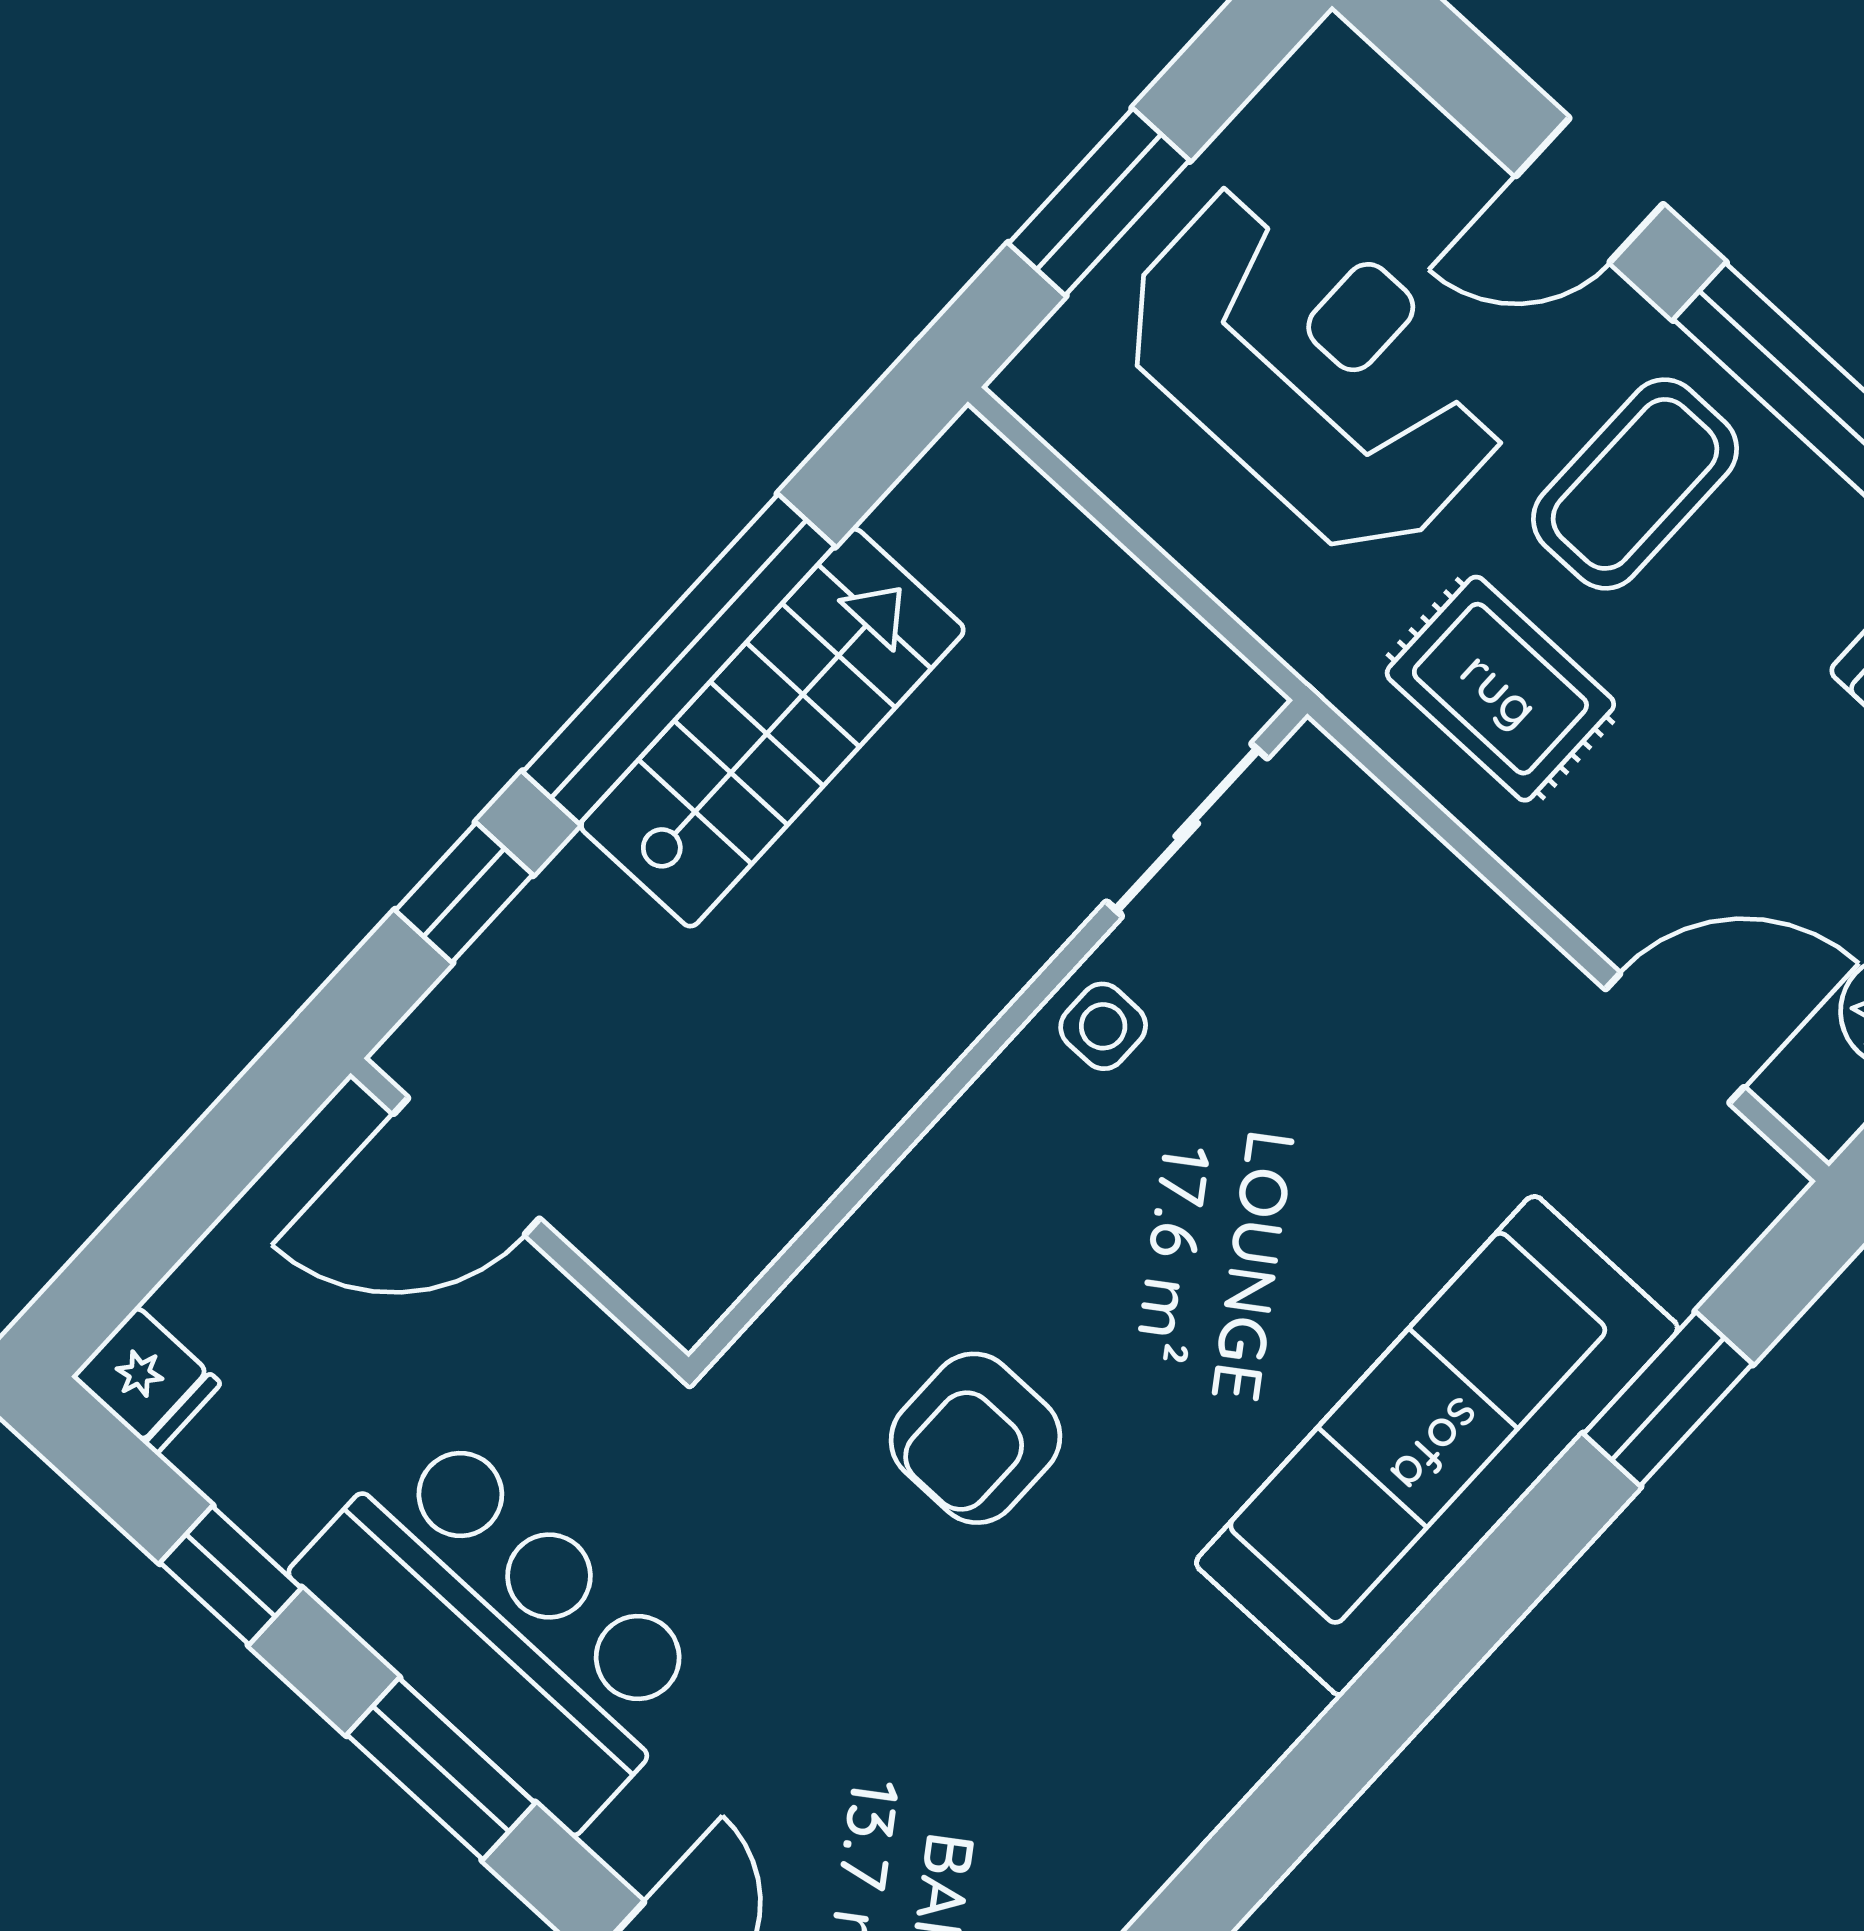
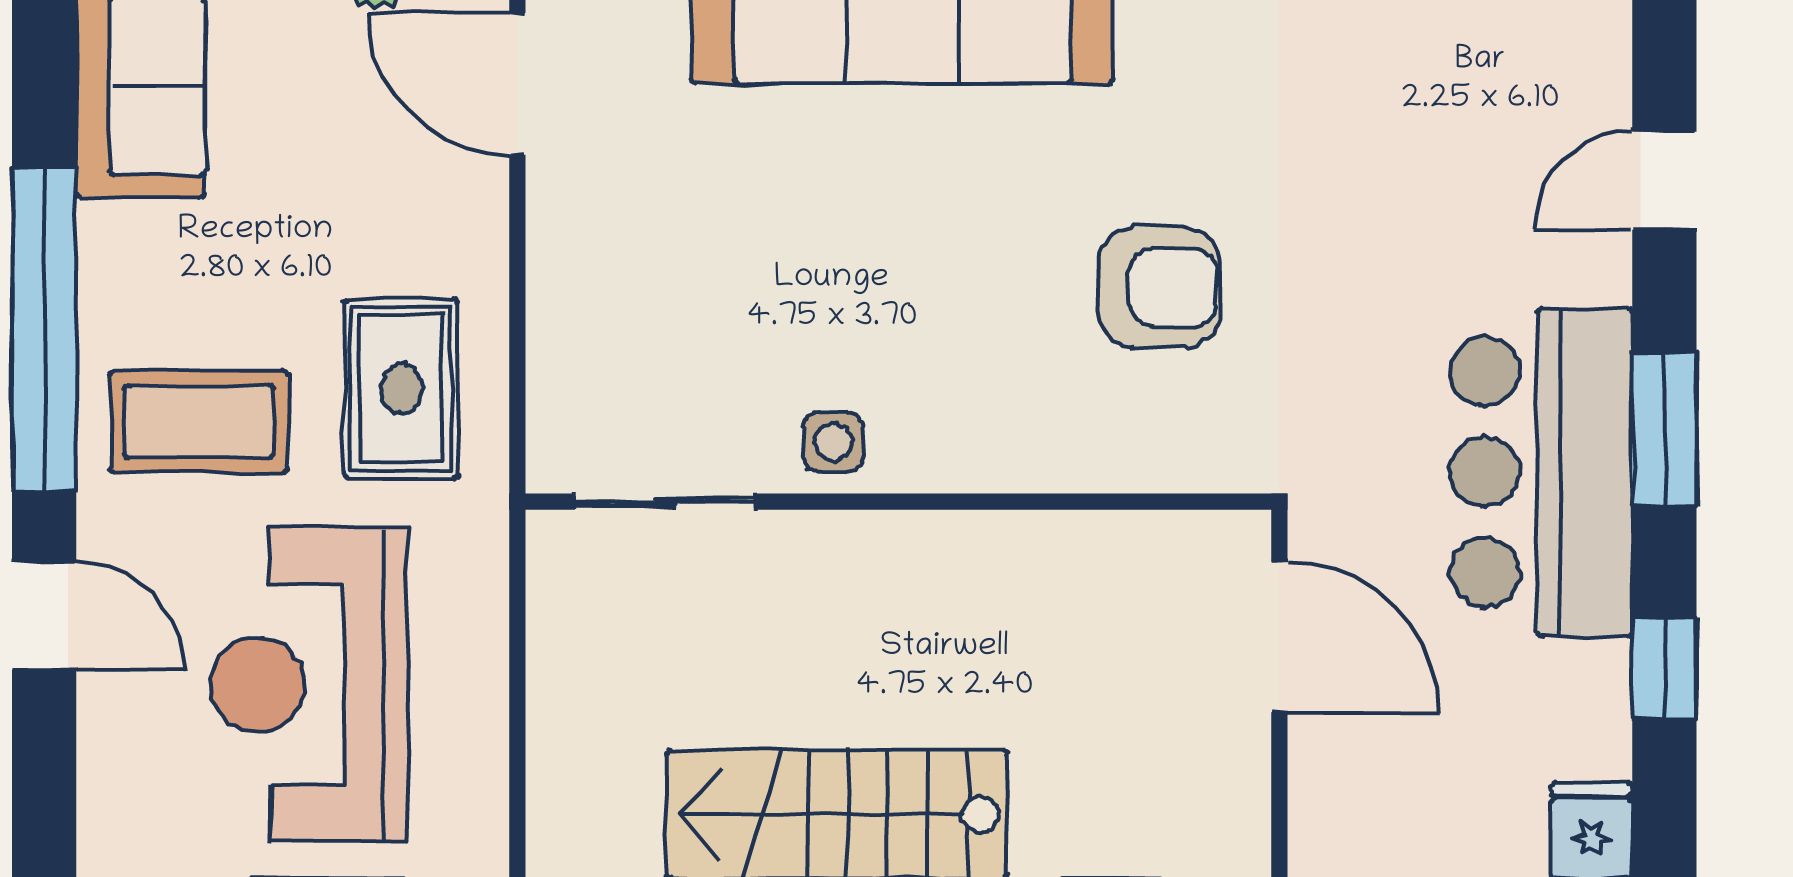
door: (467, 1166) -> (1279, 637), moved

